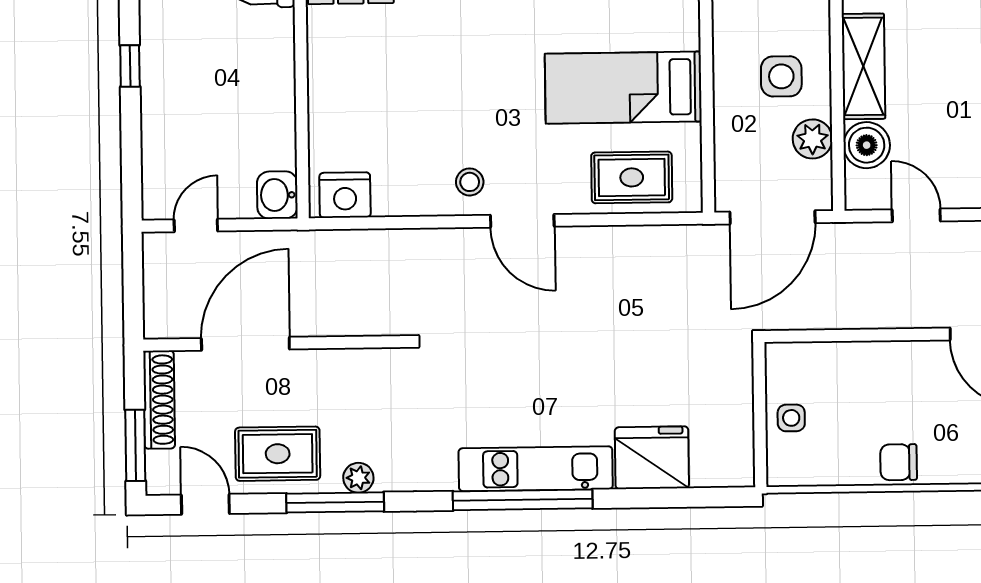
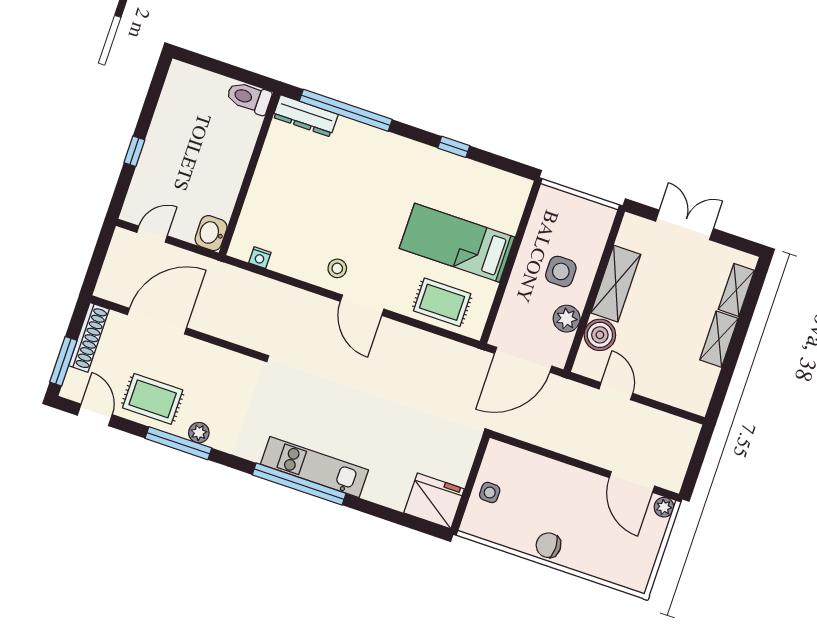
window: (130, 66) -> (134, 151), moved
nightstand: (345, 195) -> (260, 258), width x0.53, depth x0.56
fridge: (652, 458) -> (434, 501), moved

